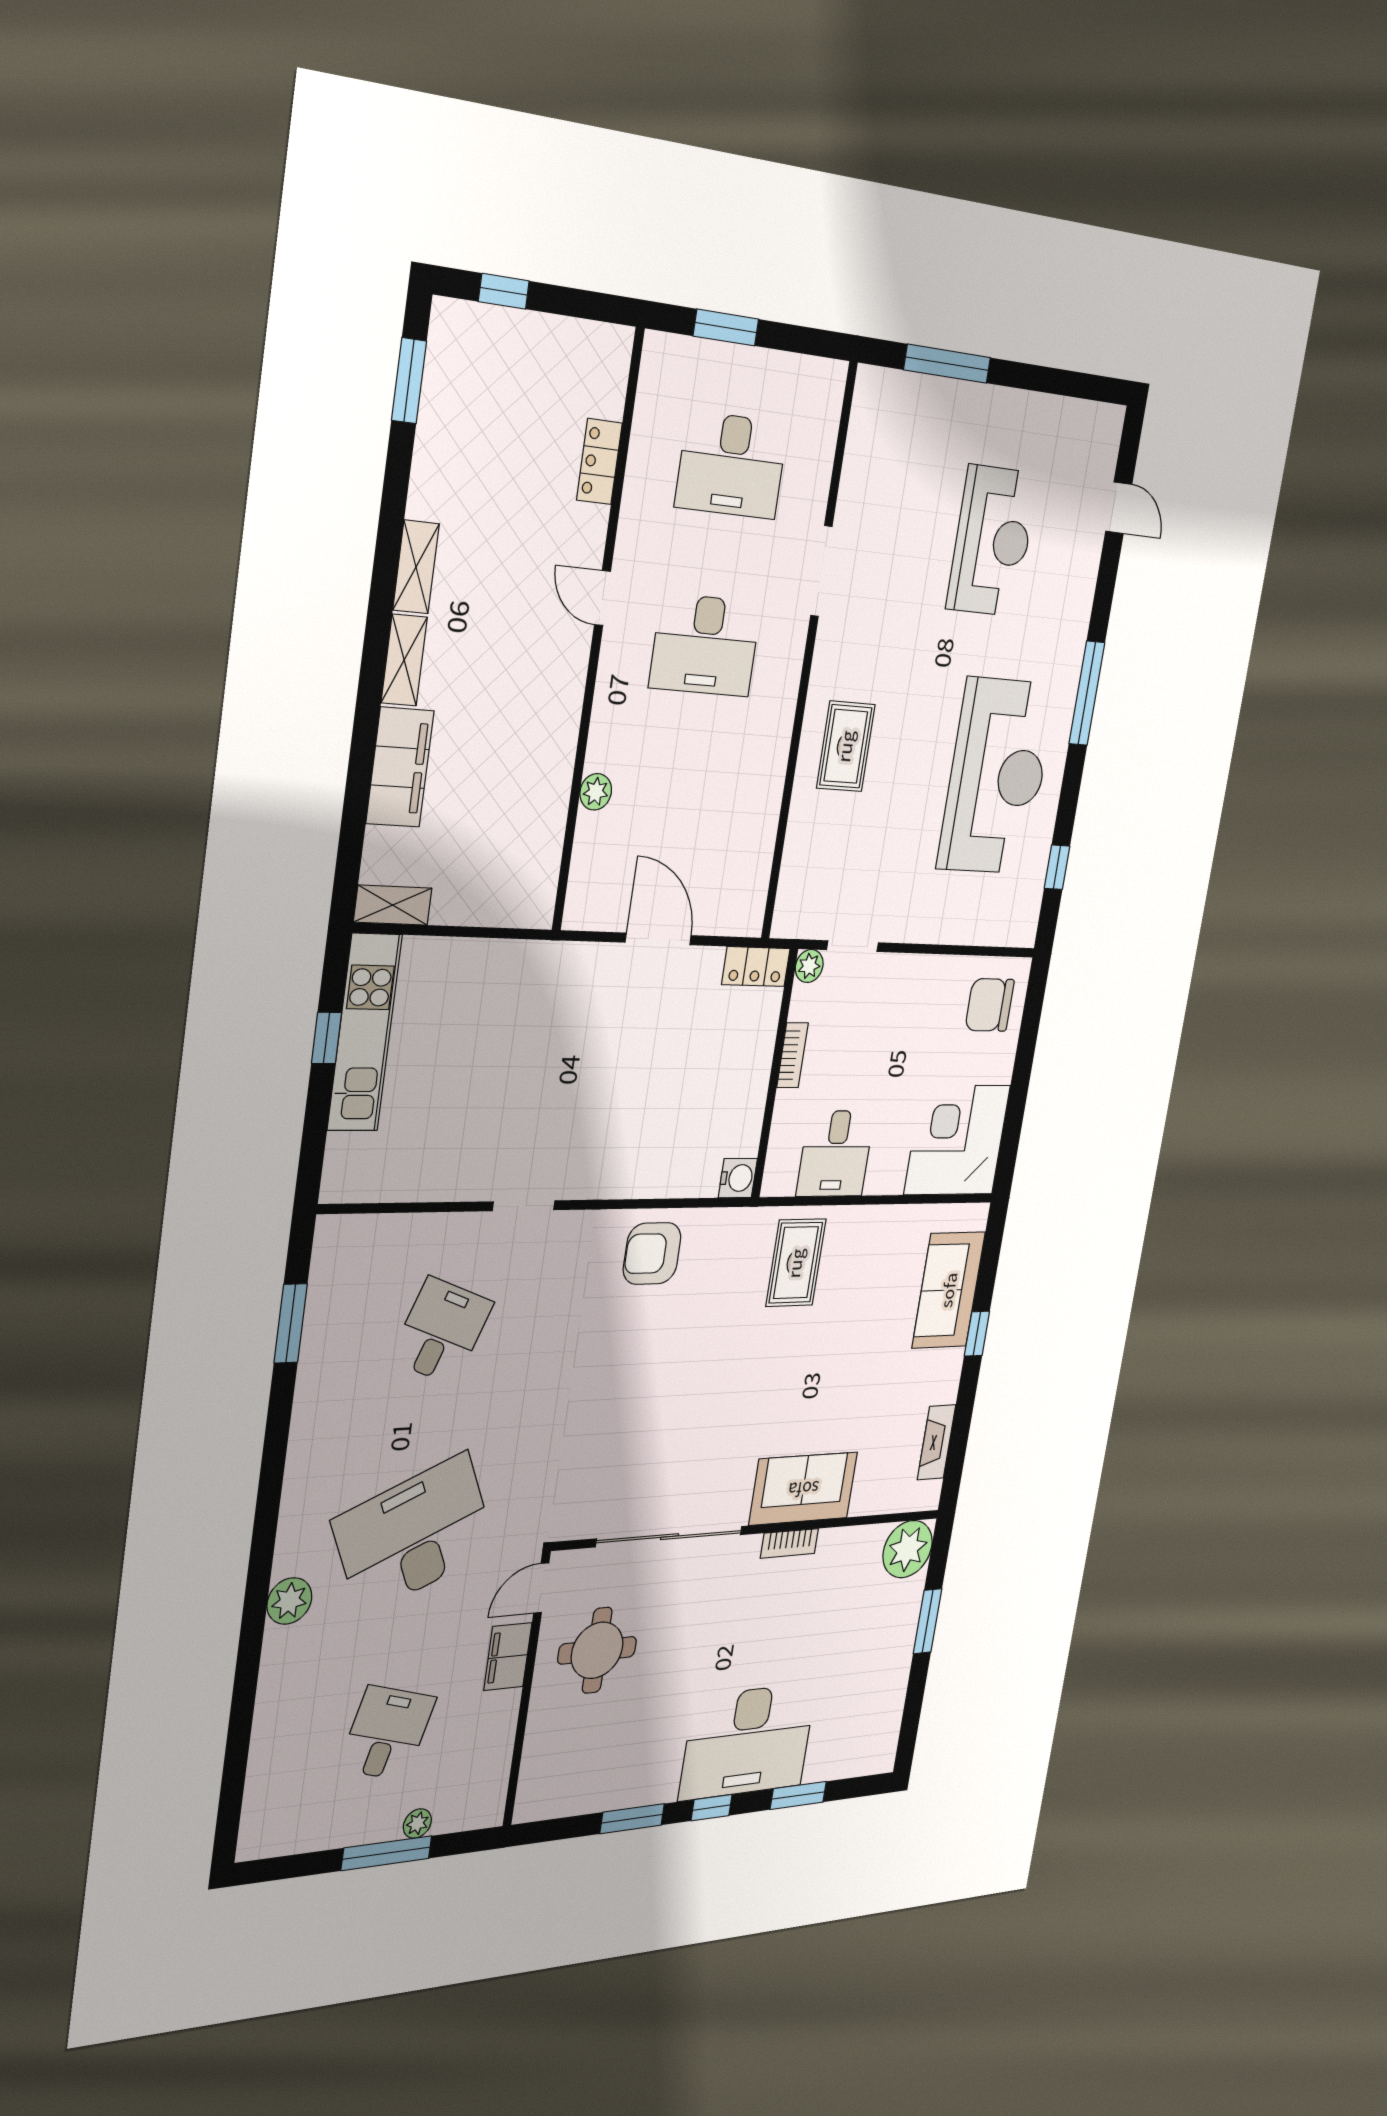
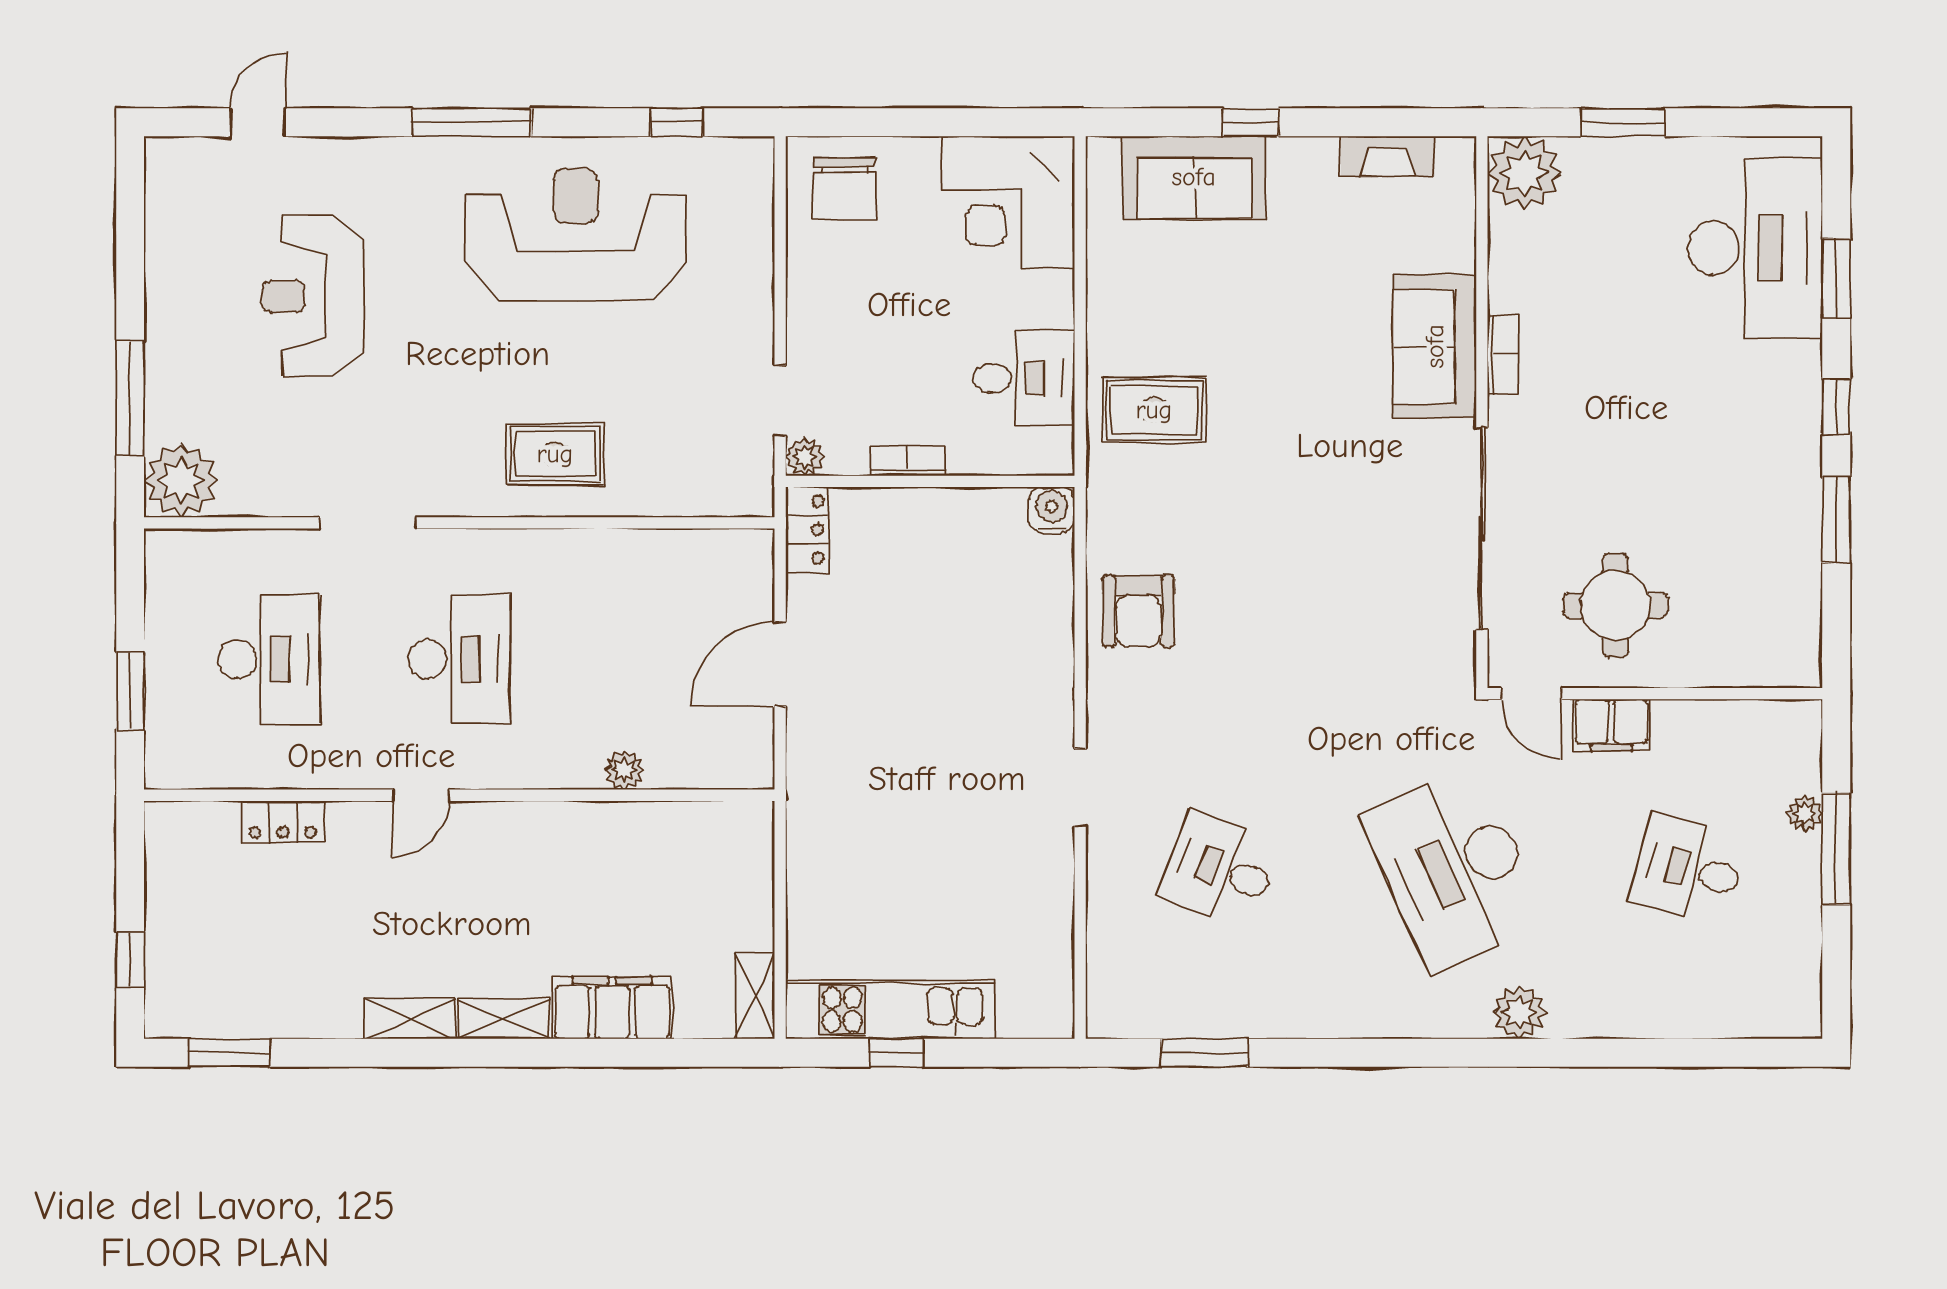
plant: (880, 402) -> (181, 480), added
reception desk: (992, 541) -> (313, 296), turned -90
desk: (748, 1741) -> (1755, 248), moved

